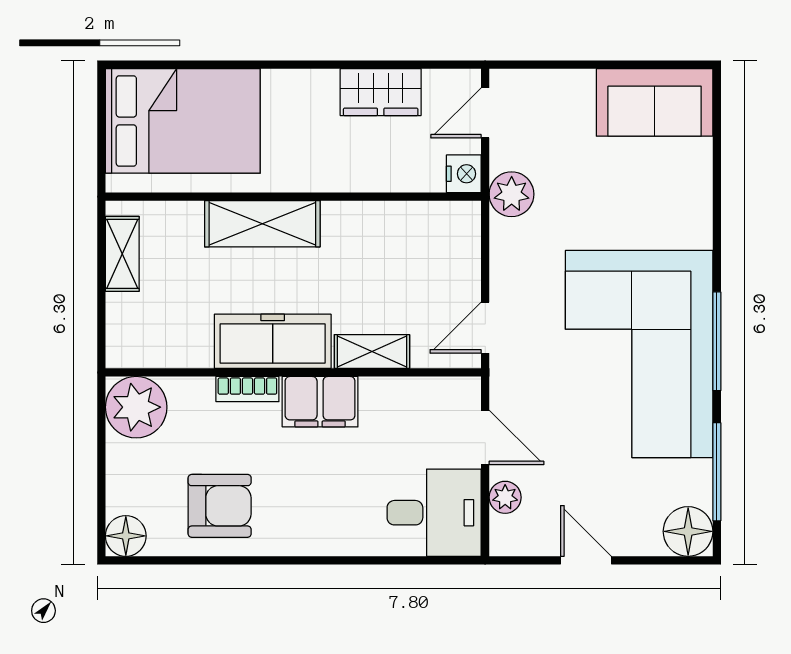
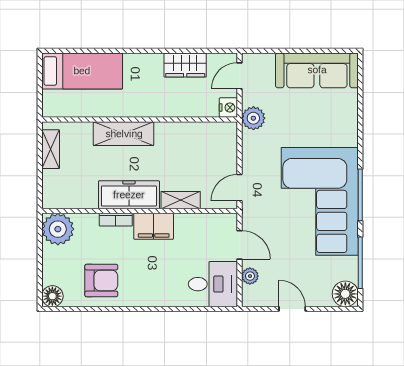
sofa: (655, 102) -> (317, 70), width x1.36
bed: (183, 121) -> (82, 71), width x0.67

